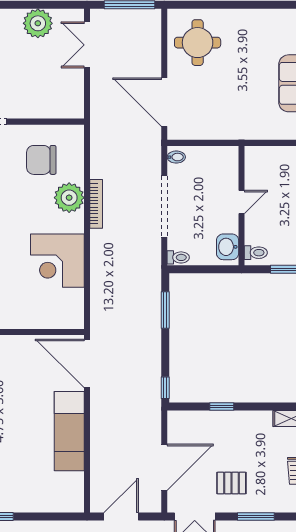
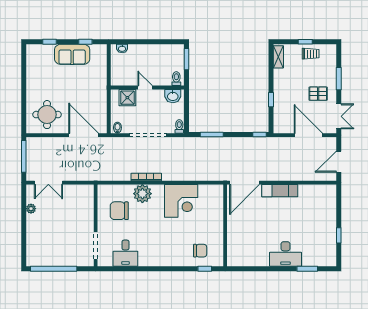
plant: (38, 23) -> (31, 209), width x0.53, depth x0.53
door: (164, 102) -> (84, 135), swing flipped
chair: (41, 160) -> (119, 211), turned 90
shower: (225, 173) -> (127, 98), added
exam couch: (69, 431) -> (280, 191), width x0.73, depth x0.69
pallet: (231, 483) -> (318, 94), turned 90
door: (121, 516) -> (339, 162), hinge flipped

